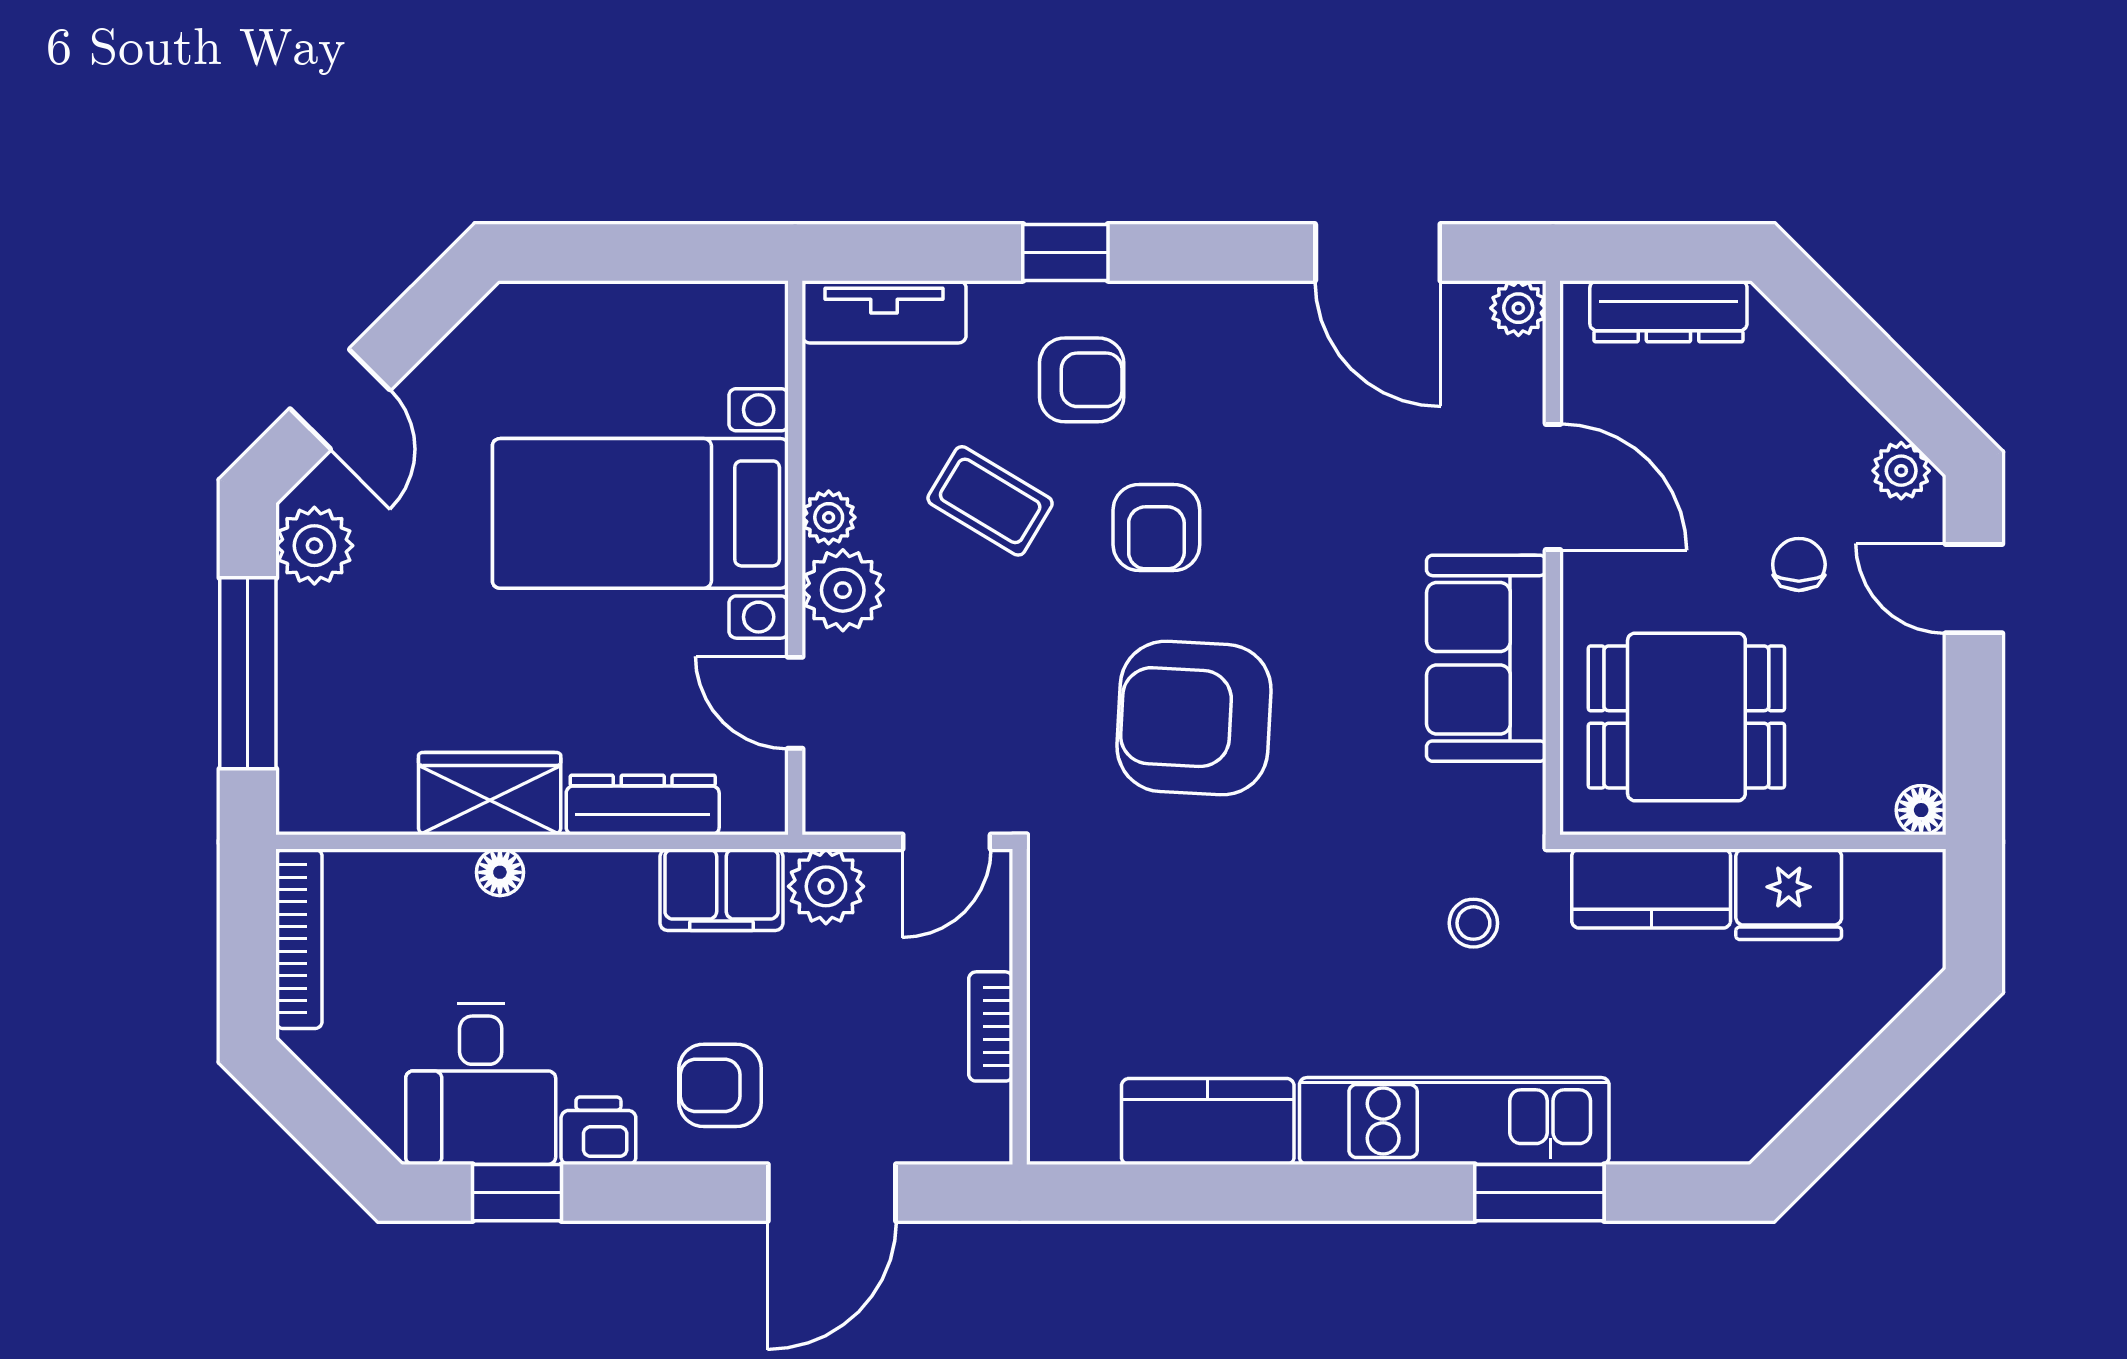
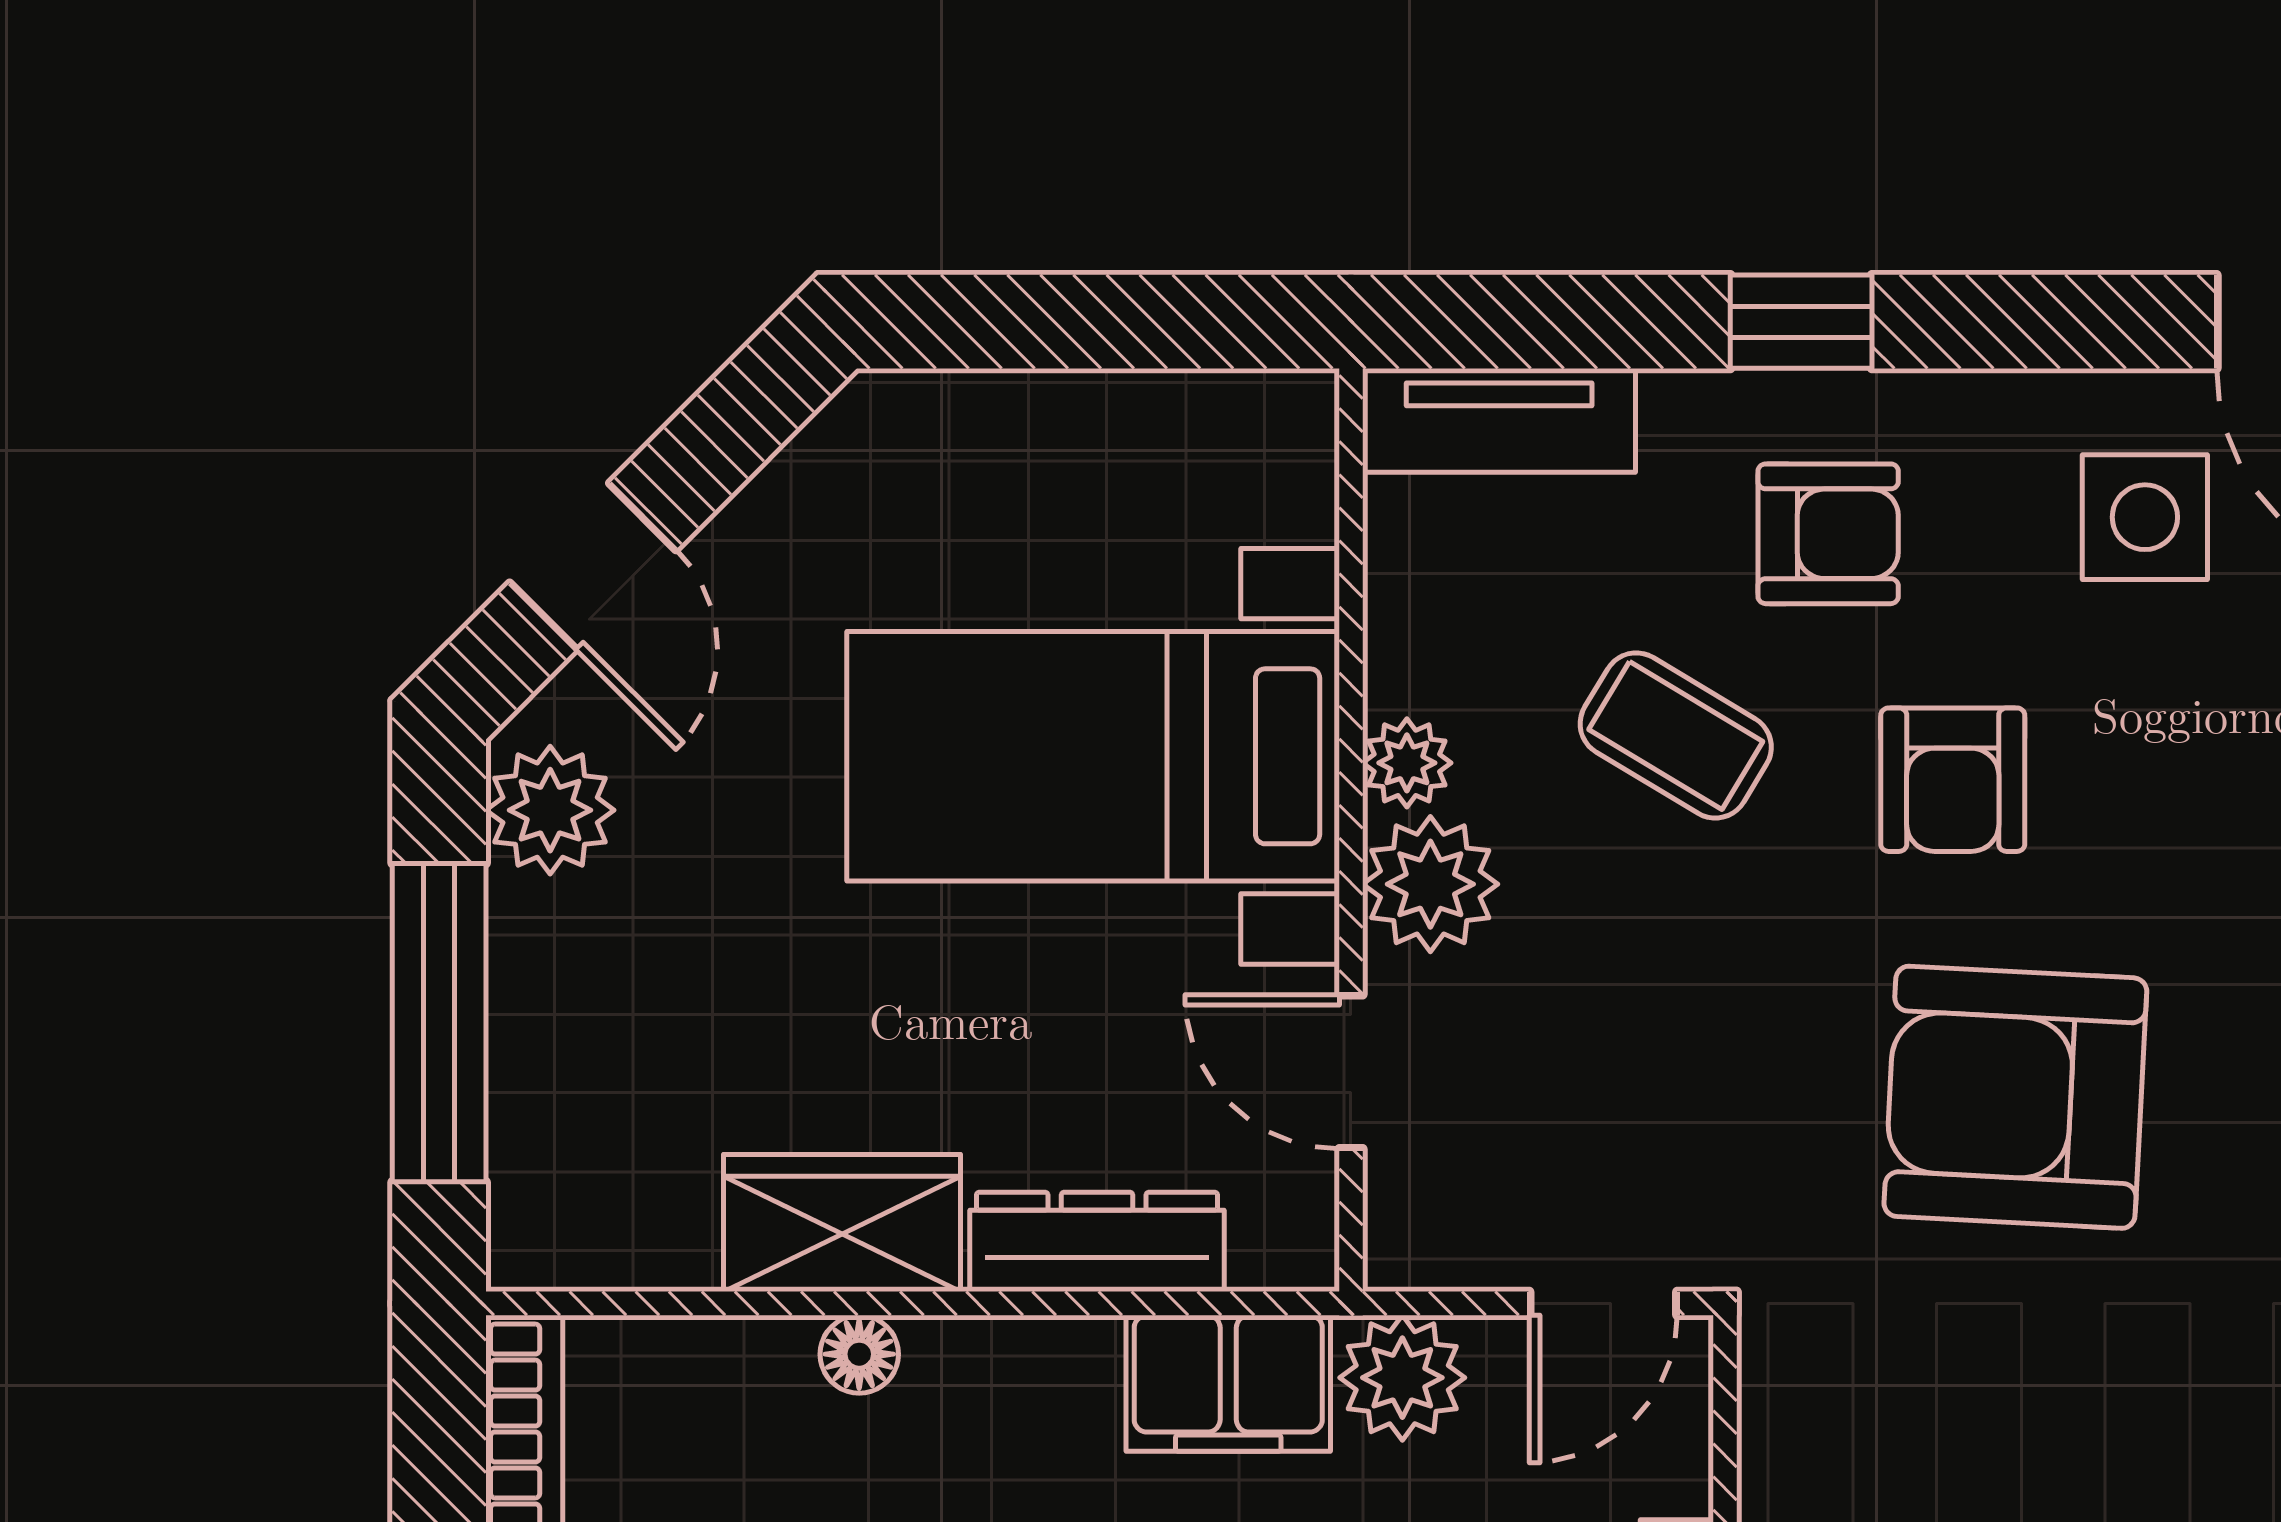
side table: (1272, 370) -> (2145, 517), added

